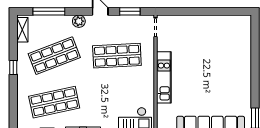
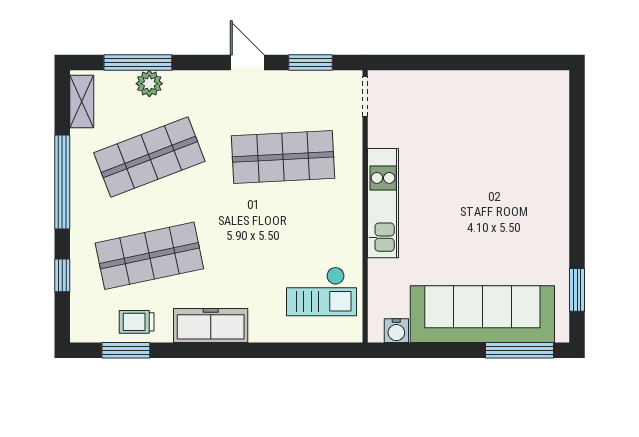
plant: (79, 21) -> (149, 84), moved
window: (13, 67) -> (62, 182), width x3.17
window: (13, 111) -> (62, 275), added

